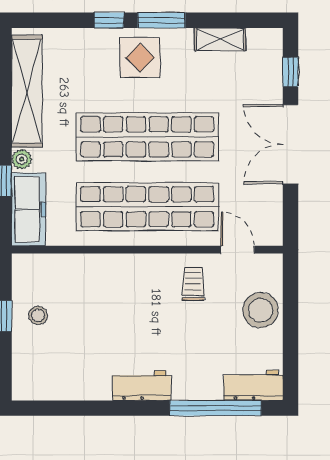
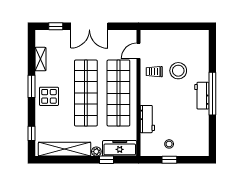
window: (109, 20) -> (32, 133), moved
stool: (261, 310) -> (178, 71), moved
workbench: (253, 385) -> (147, 119), moved, turned 180
window: (216, 408) -> (212, 94), moved

